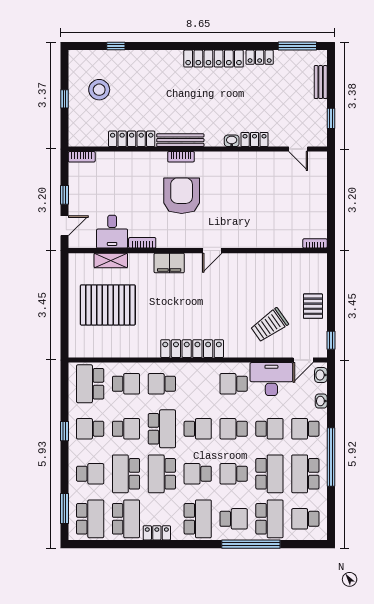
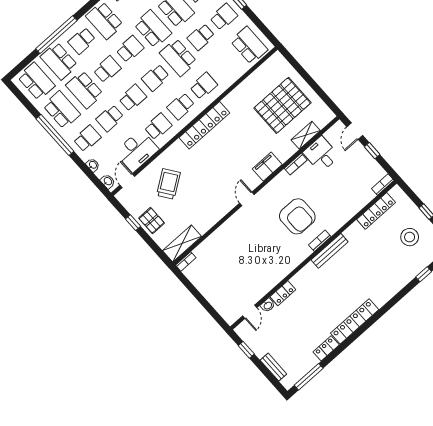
locker: (132, 139) -> (376, 211), moved
washbasin: (232, 141) -> (268, 305), moved
door: (298, 149) -> (250, 312), swing flipped
shelving: (304, 262) -> (182, 244), added
window: (331, 340) -> (133, 223), moved
school desk: (126, 384) -> (181, 106), moved
school desk: (305, 519) -> (36, 81), width x1.85

